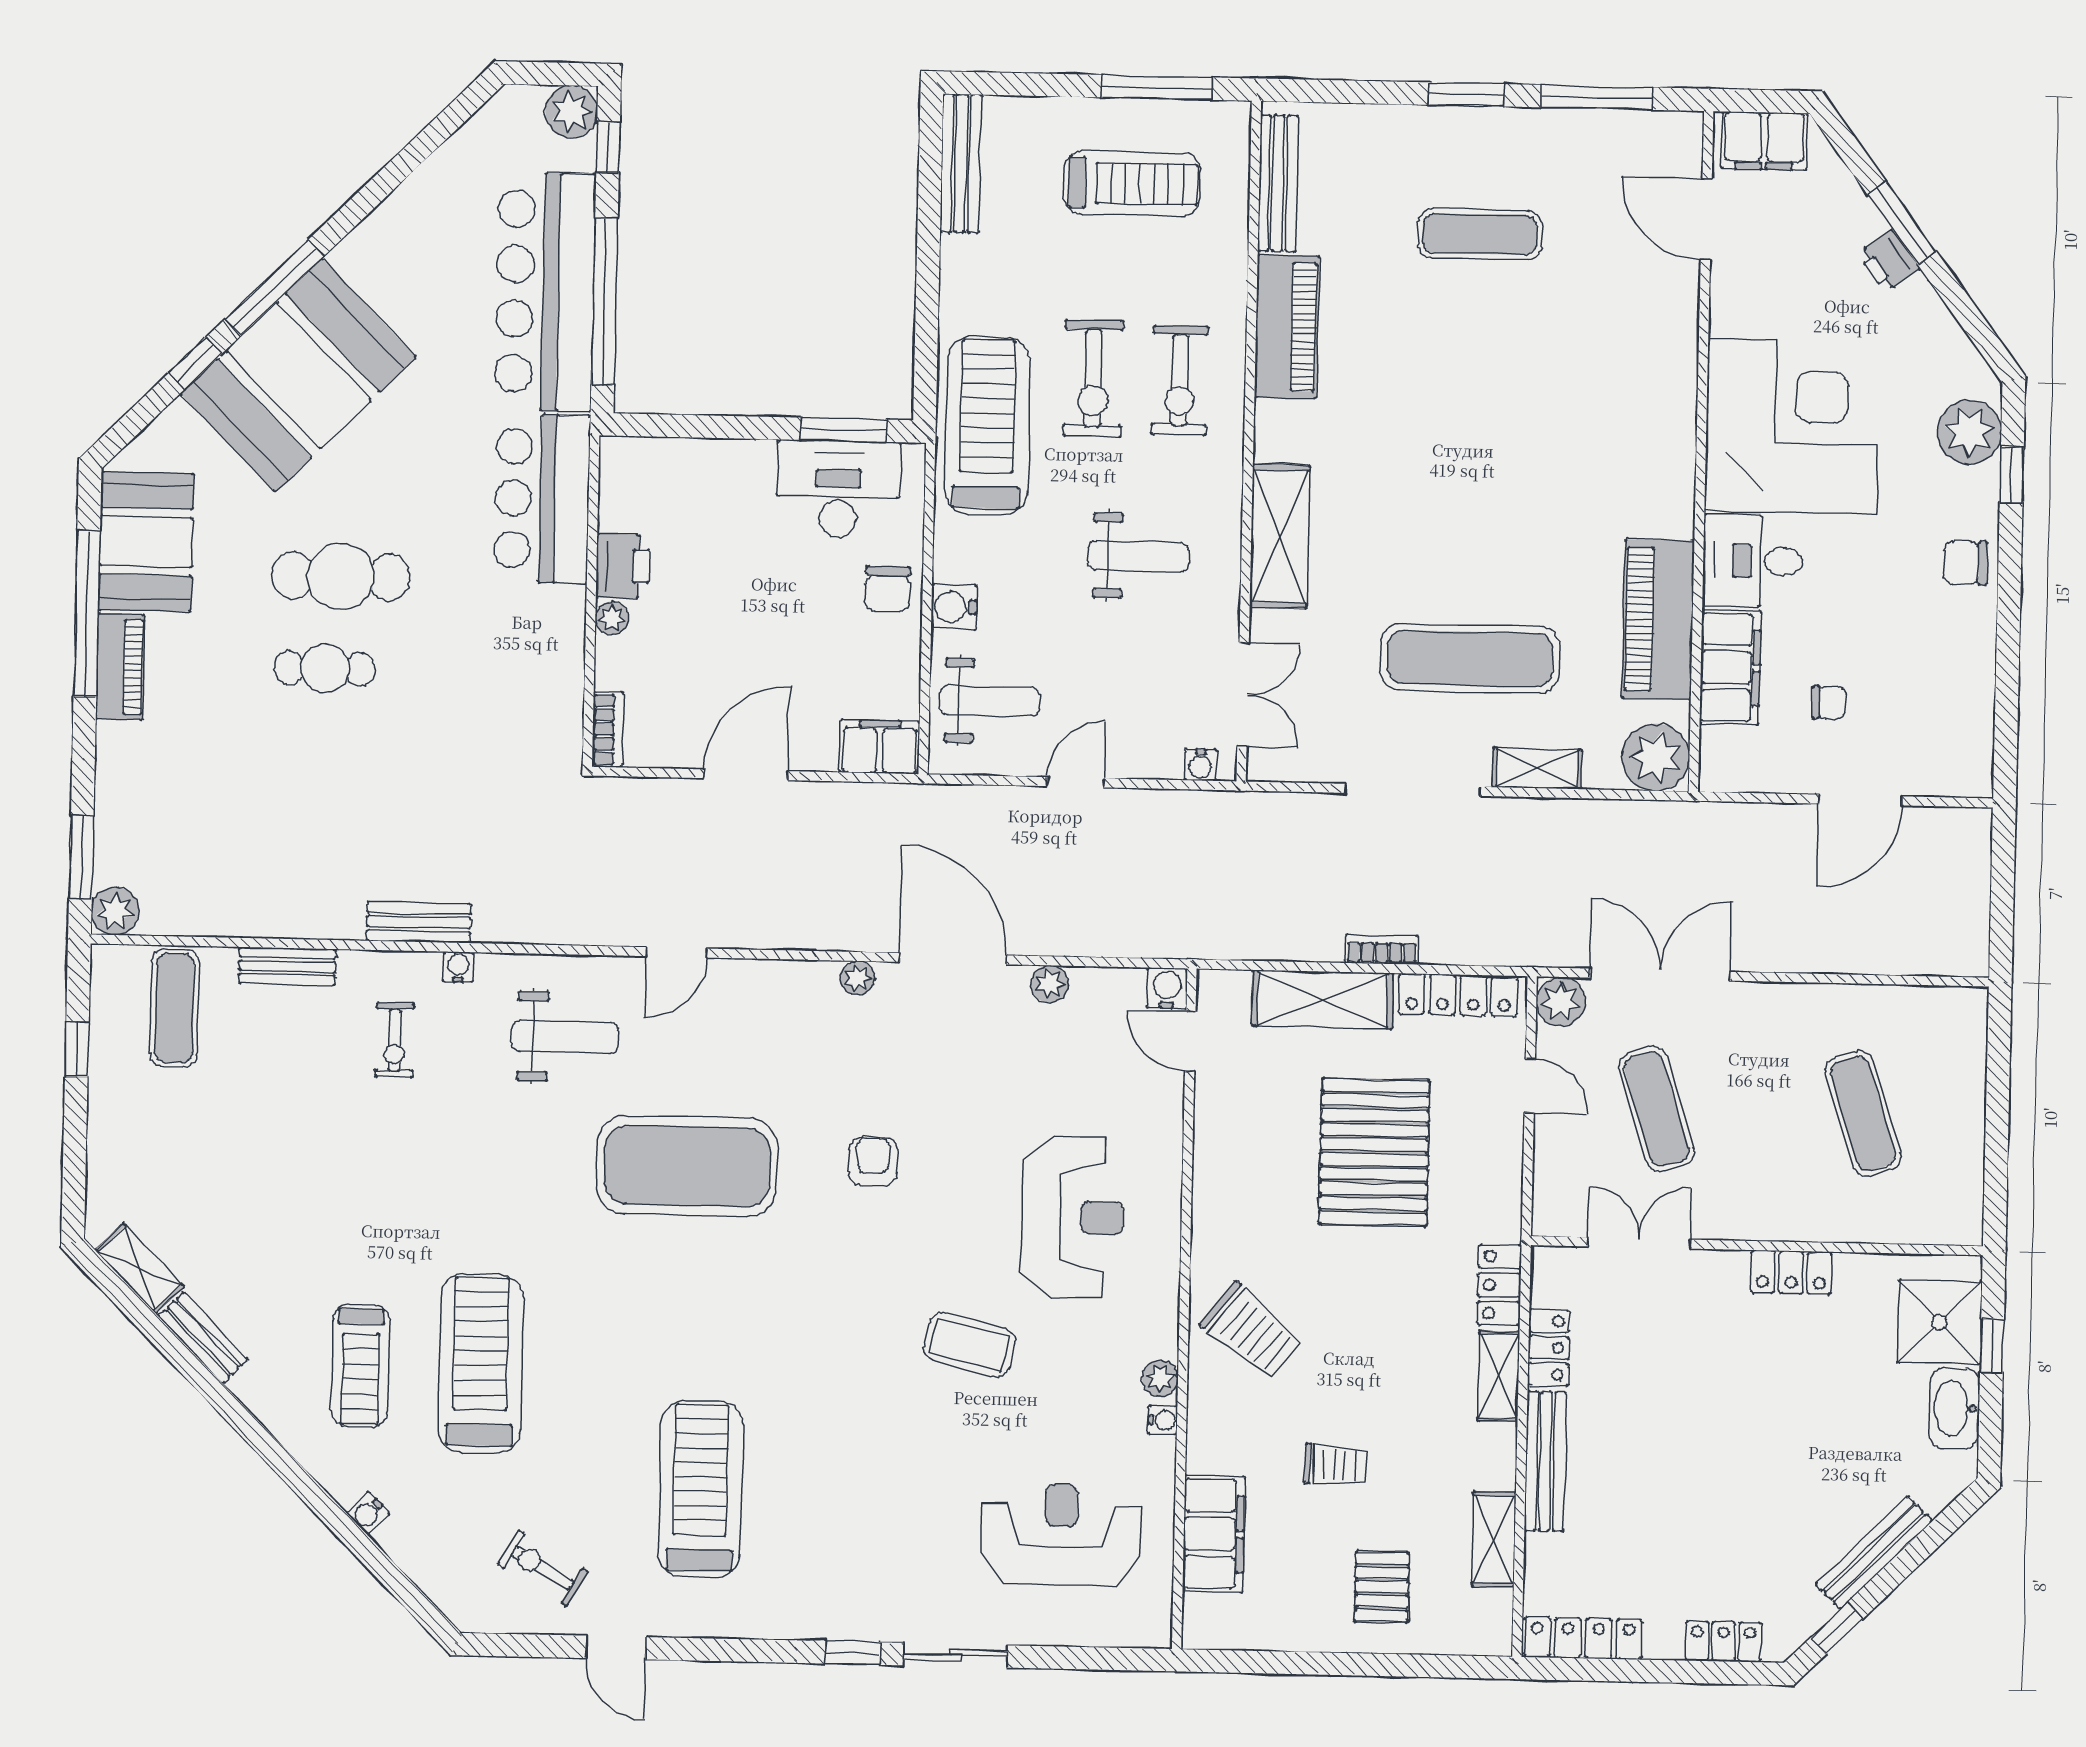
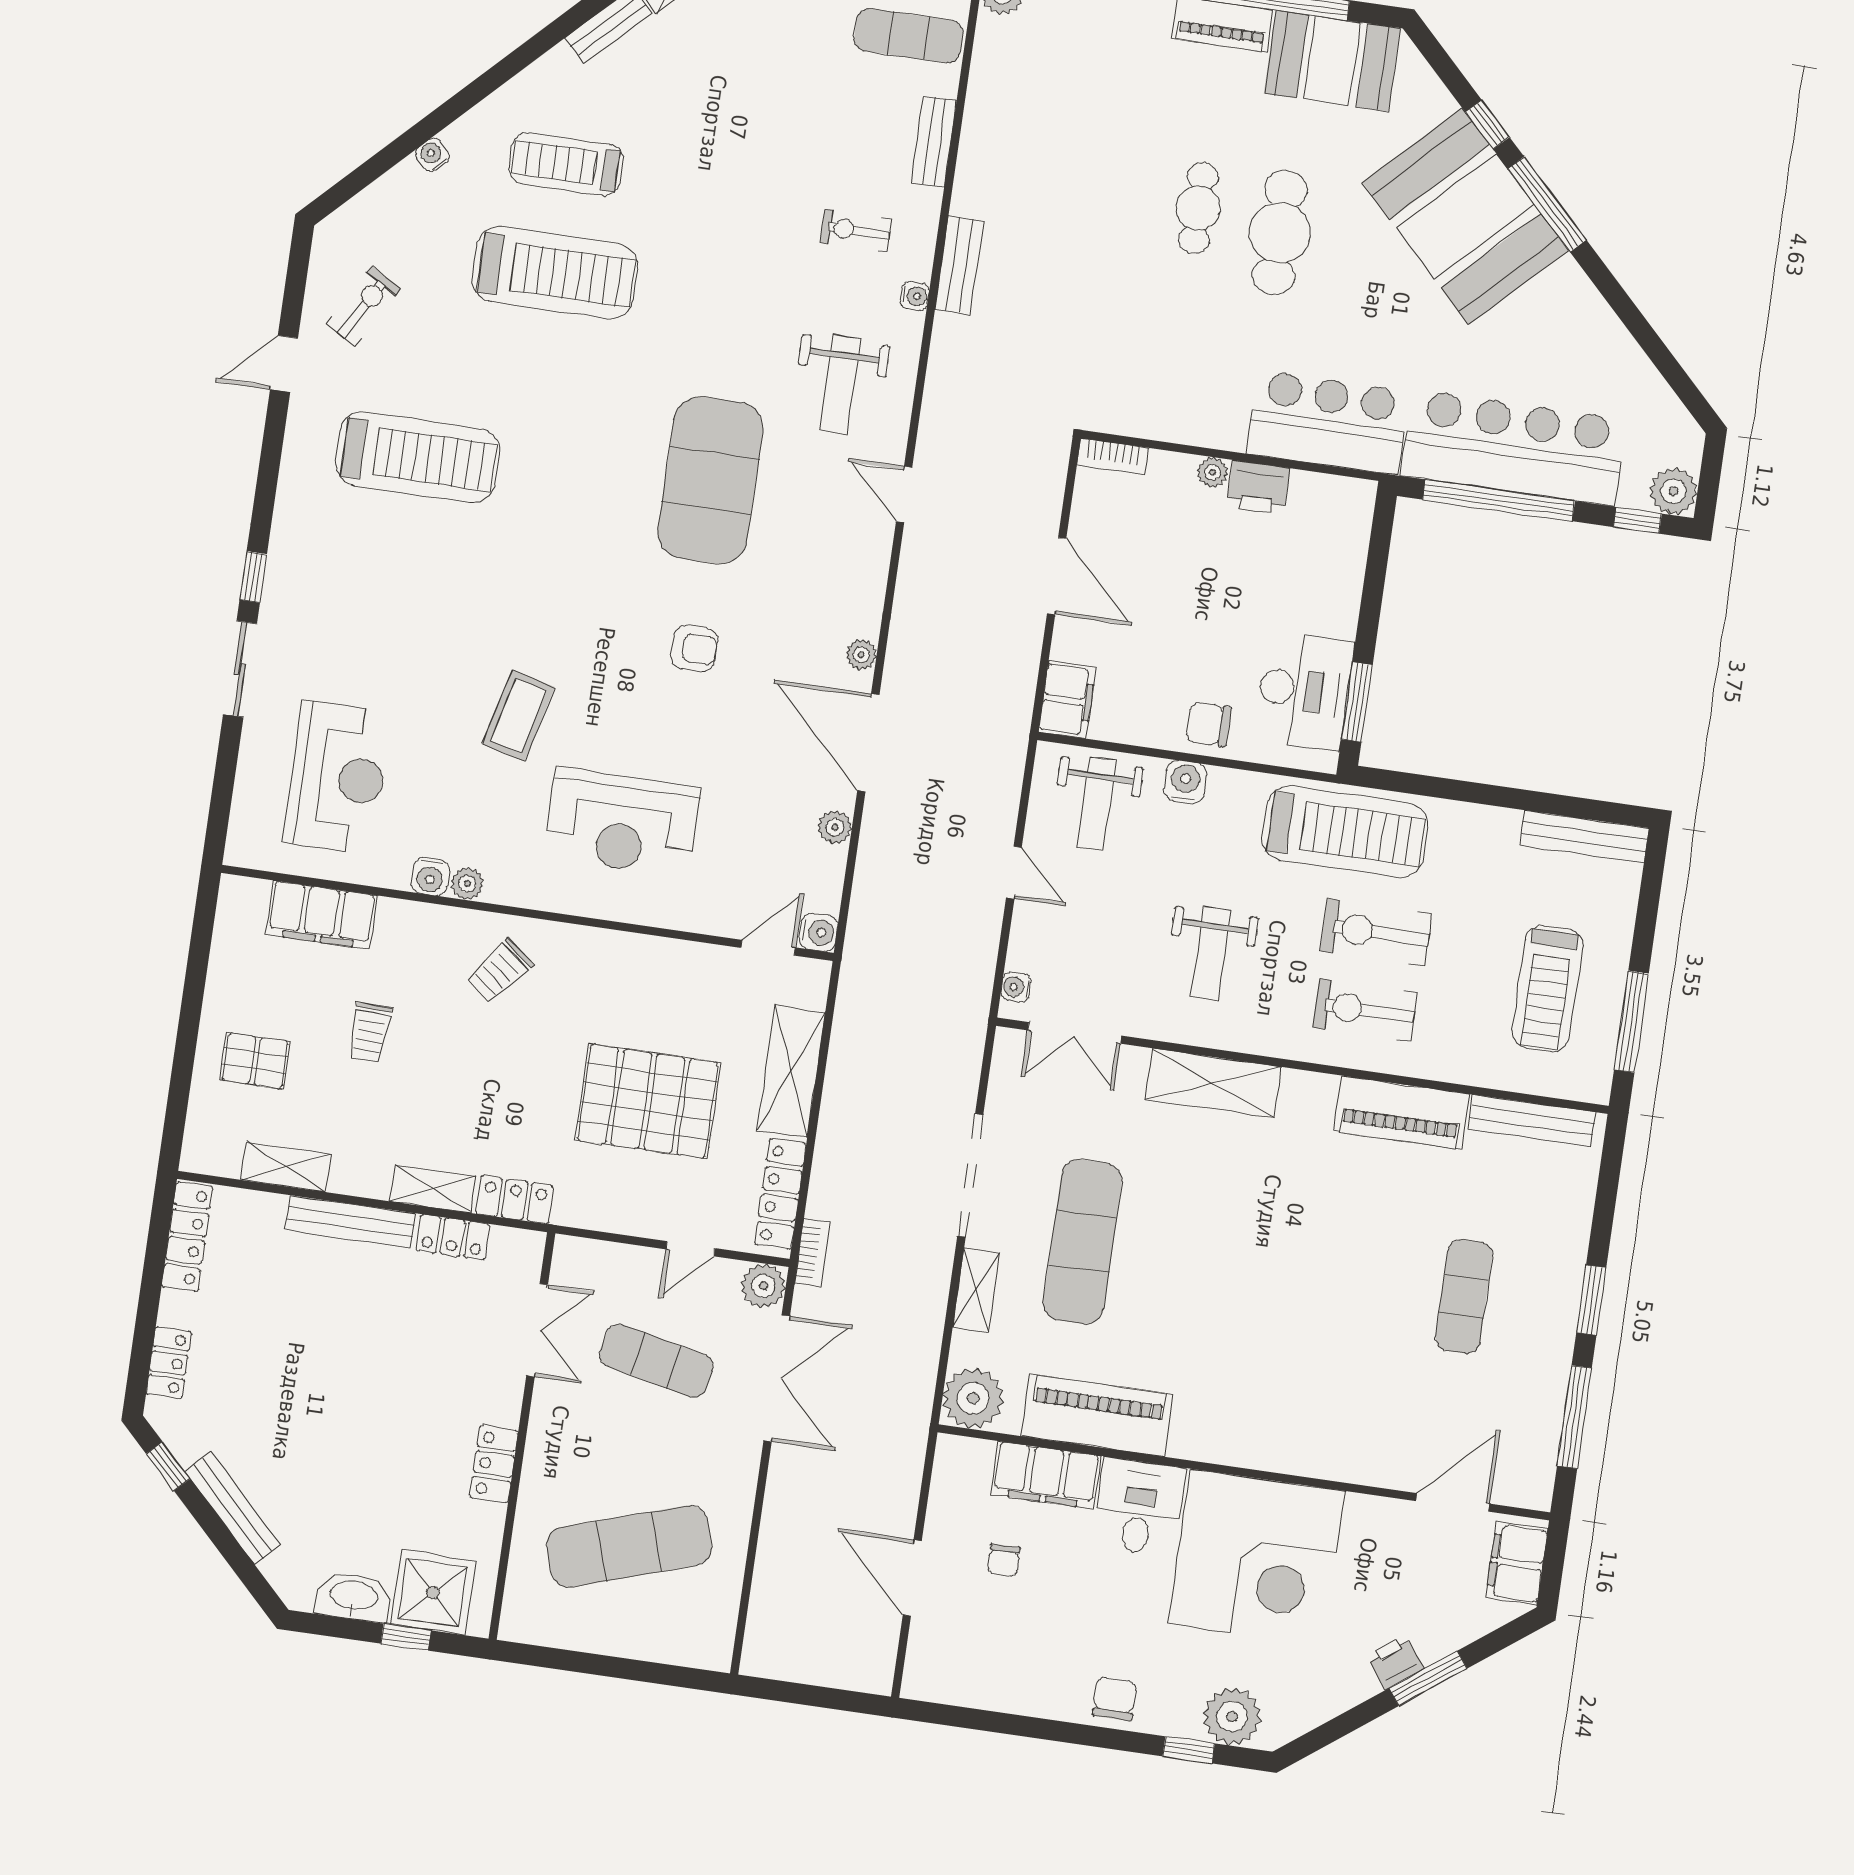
bookcase: (1382, 949) -> (812, 1253), moved
door: (953, 959) -> (868, 743), swing flipped
exercise mat: (1657, 1109) -> (656, 1361), turned 30
exercise mat: (1863, 1114) -> (629, 1546), width x1.36, depth x1.45
trolley: (1251, 1331) -> (500, 971), width x0.73, depth x0.72
water cooler: (1163, 1420) -> (430, 877), width x1.38, depth x1.38

